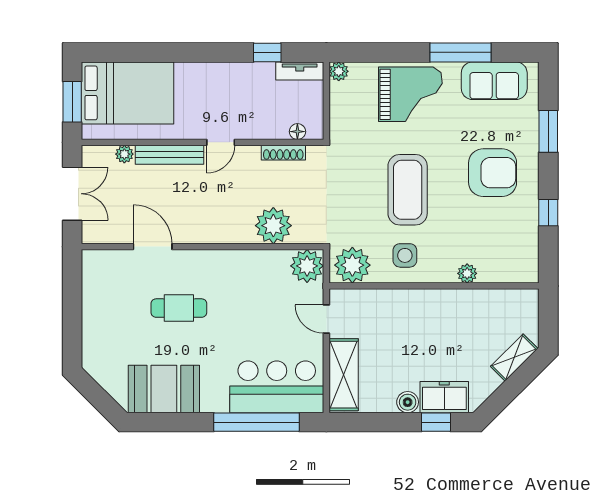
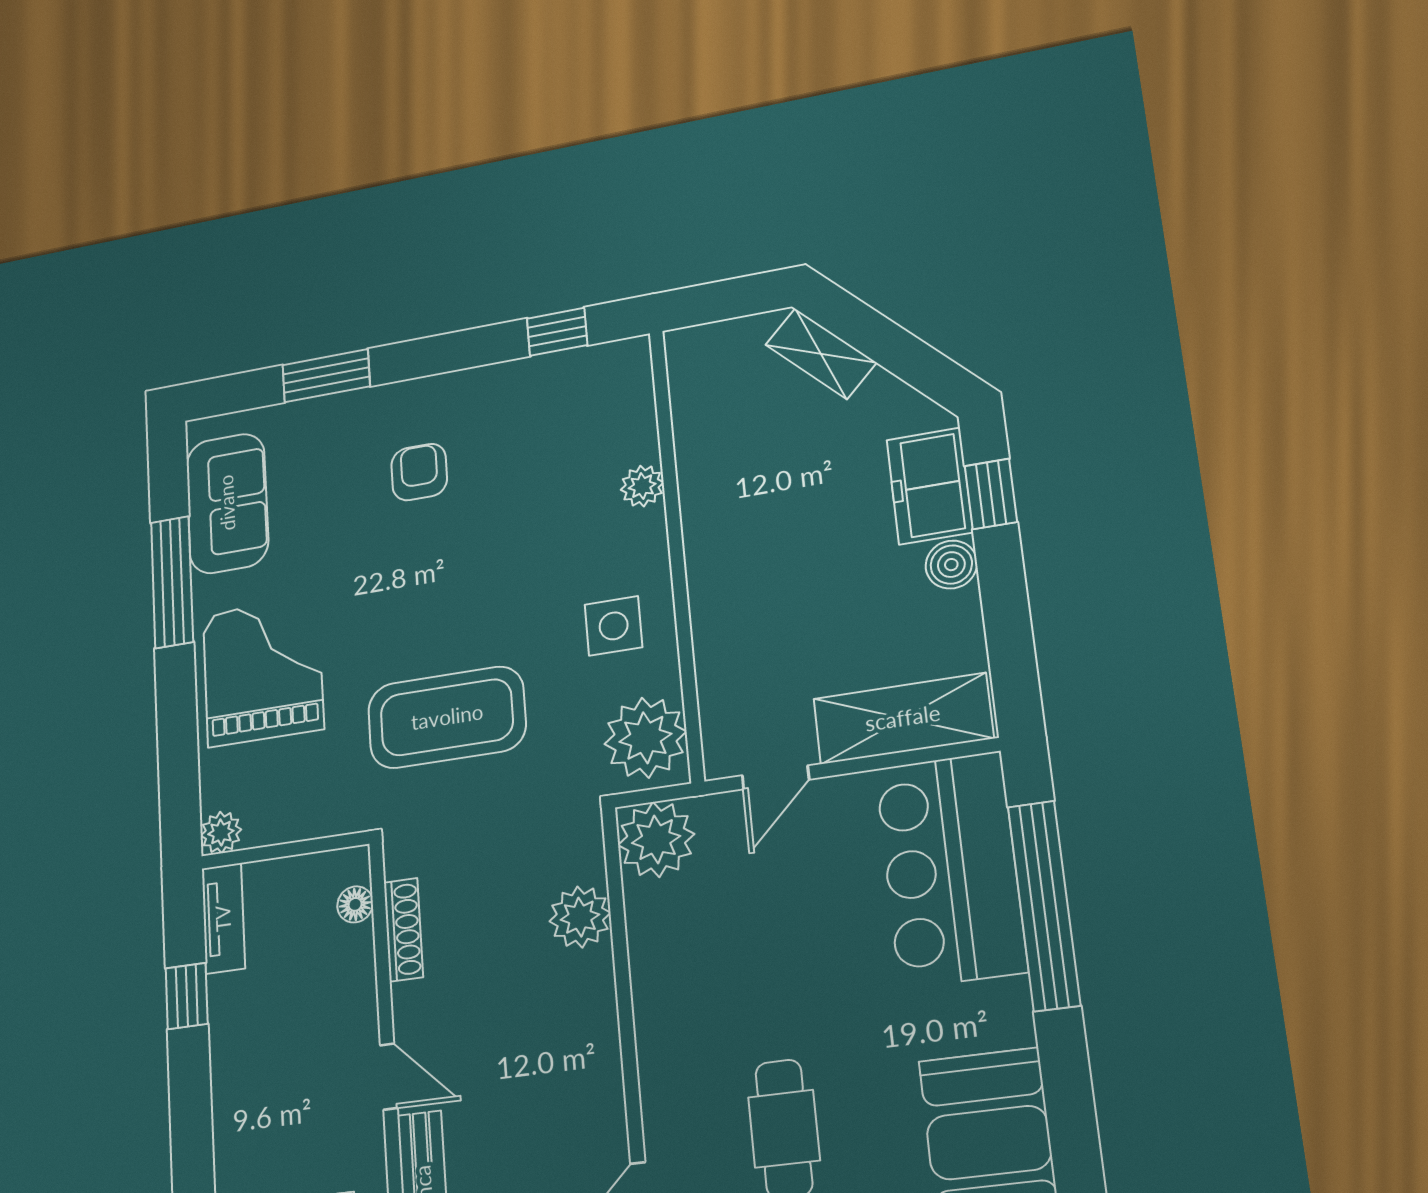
armchair: (493, 173) -> (419, 472), width x0.53, depth x0.53
coffee table: (408, 190) -> (447, 717), moved
window: (548, 213) -> (557, 332), moved
plant: (273, 226) -> (580, 917), width x0.73, depth x0.73

